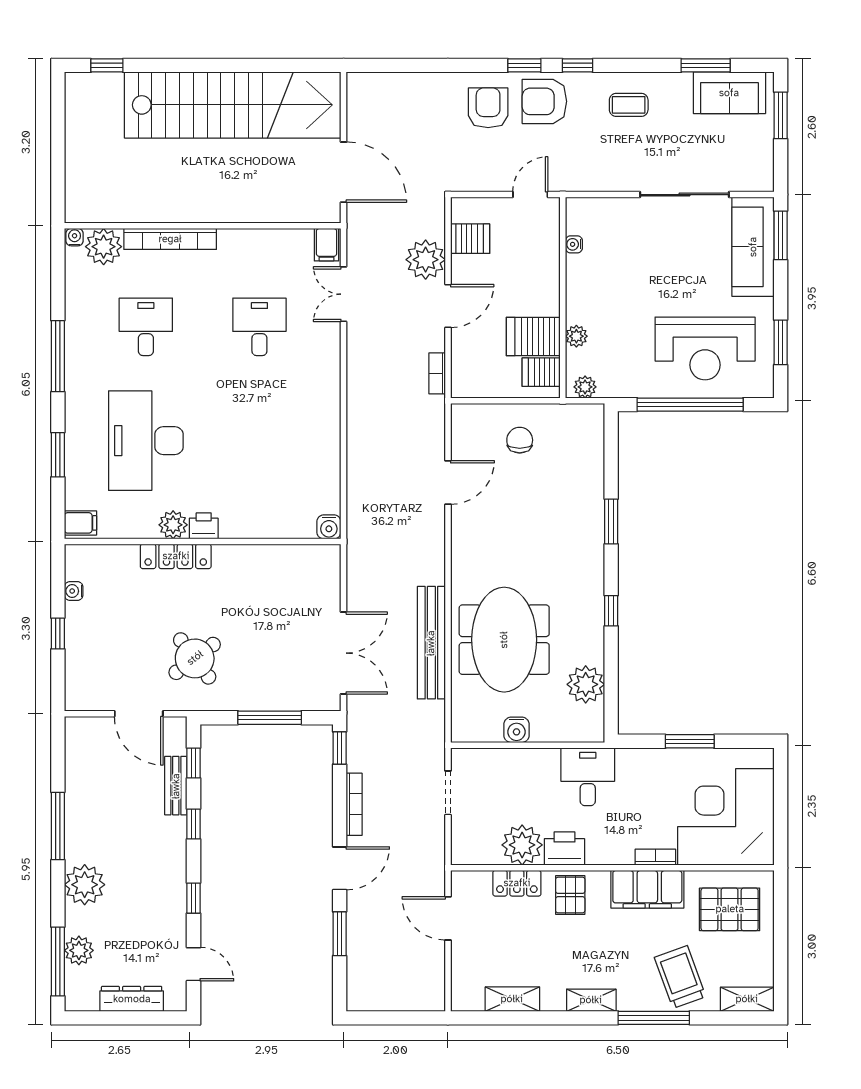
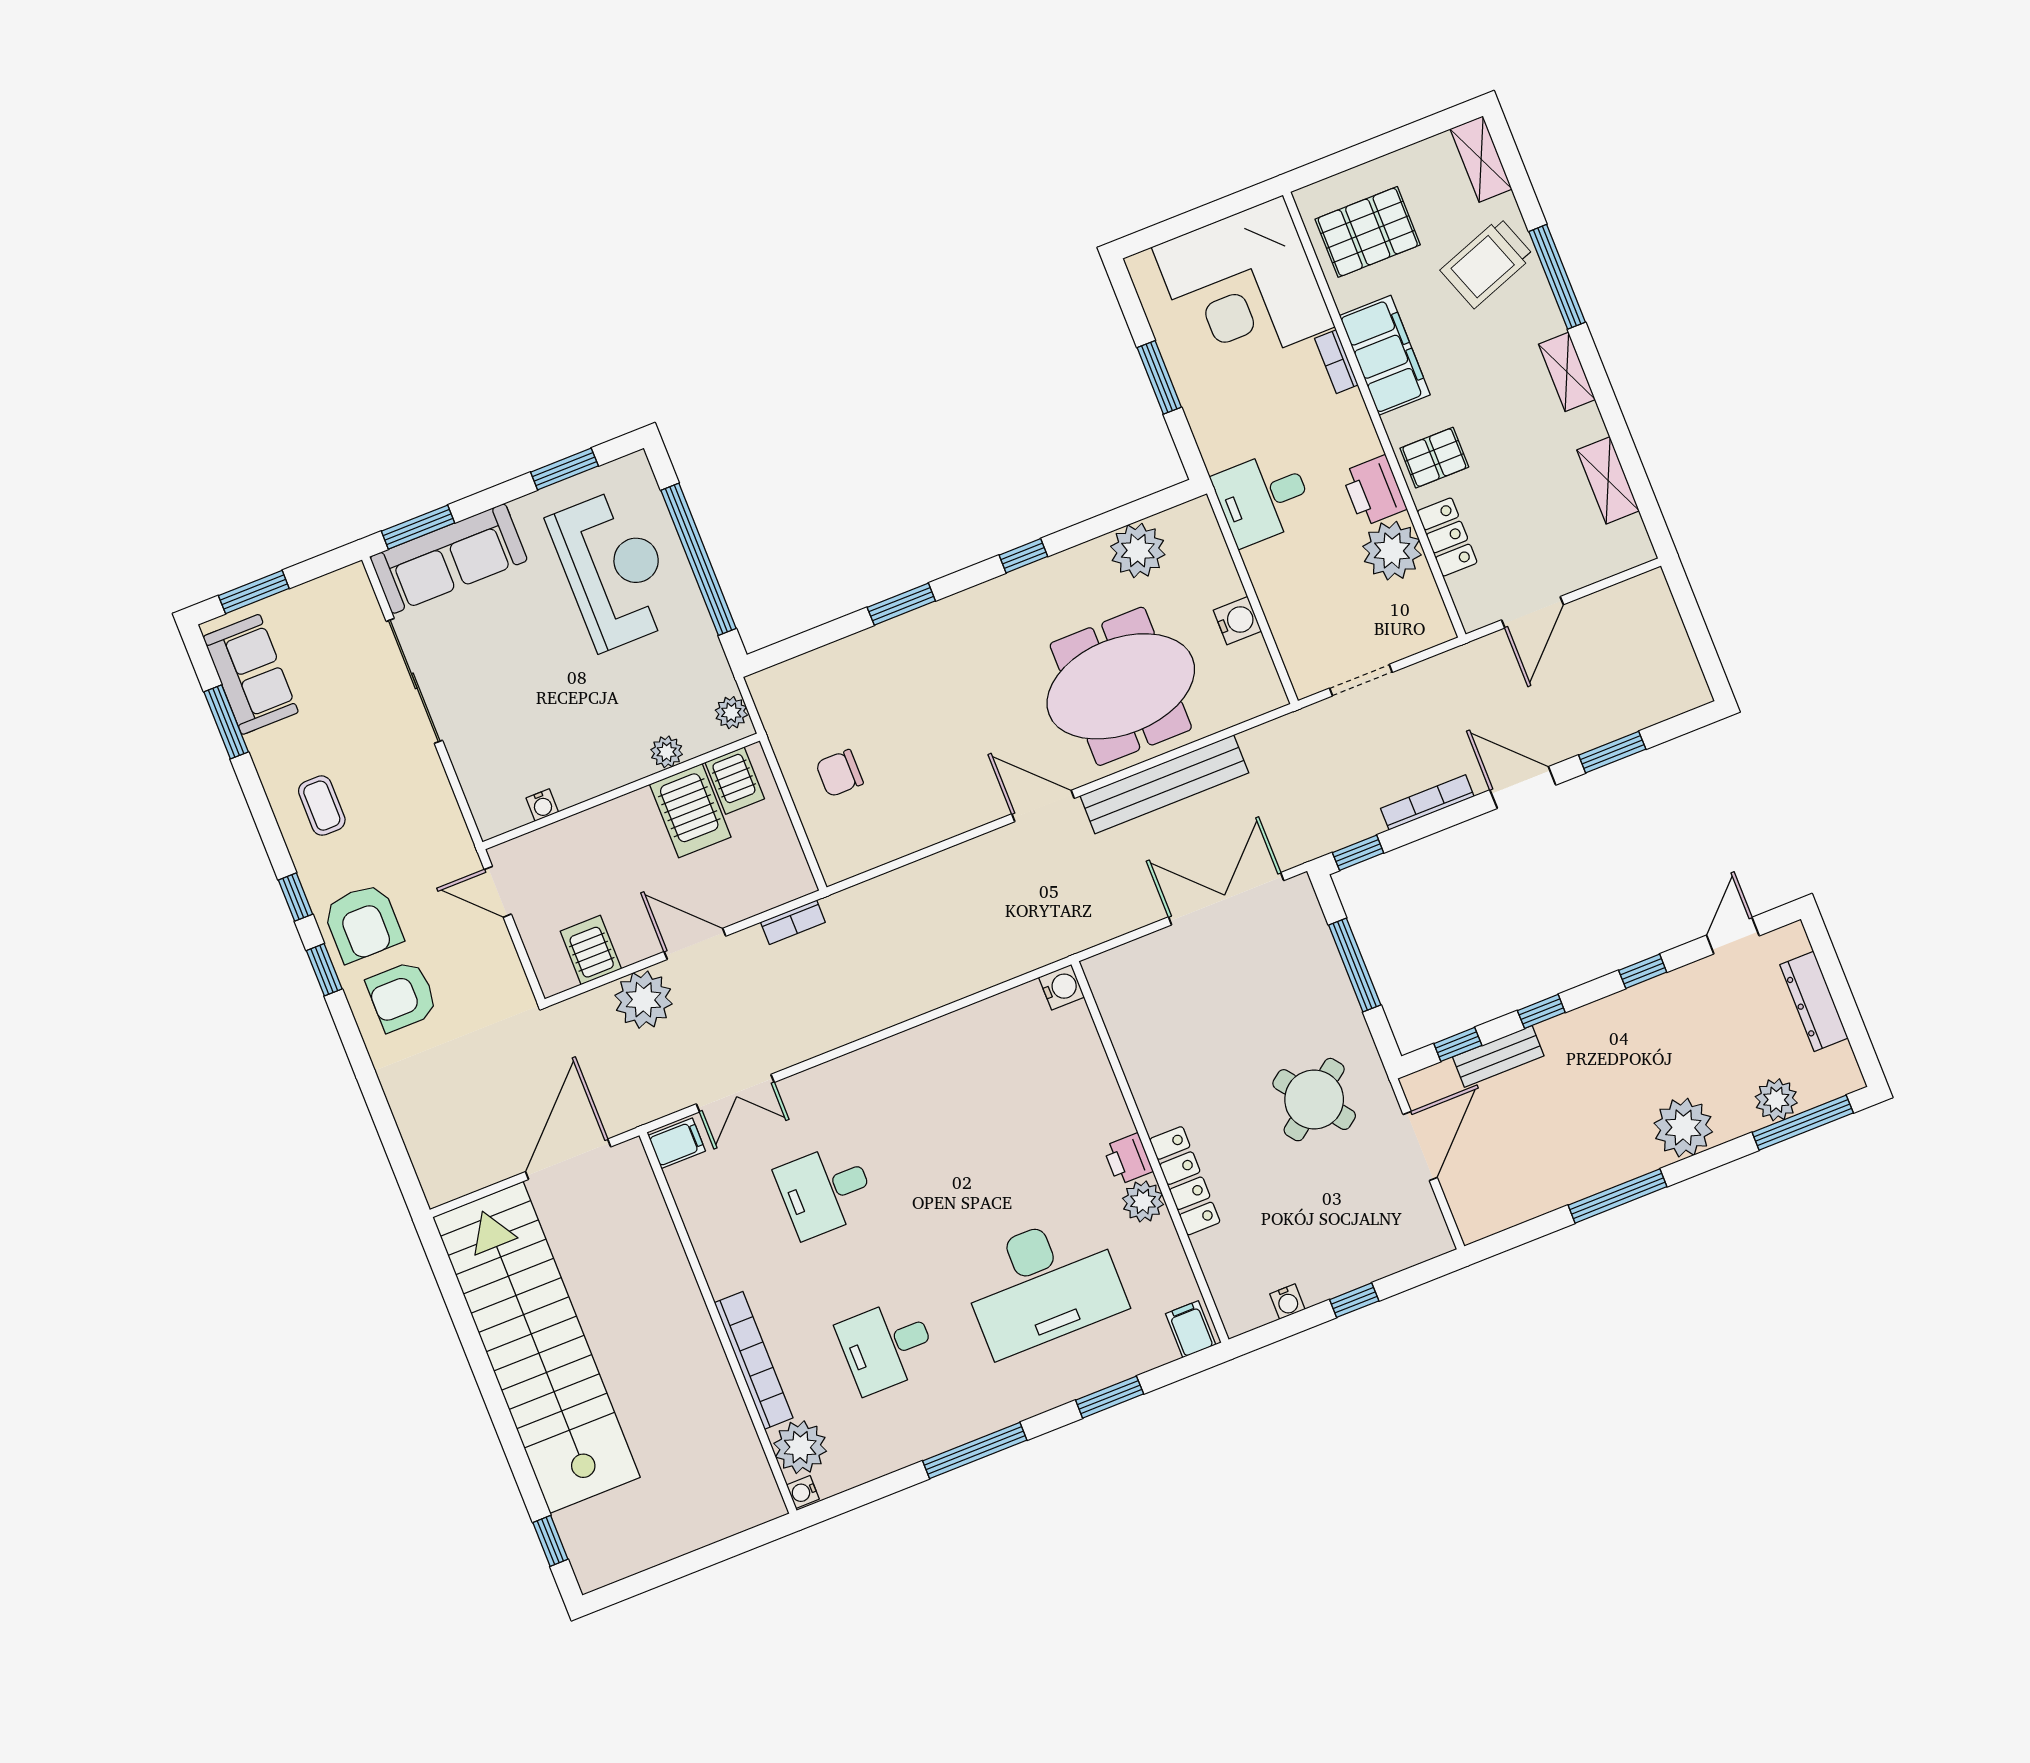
door: (448, 482) -> (1043, 806), moved
pallet: (730, 909) -> (1368, 232), turned 90

